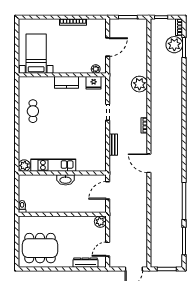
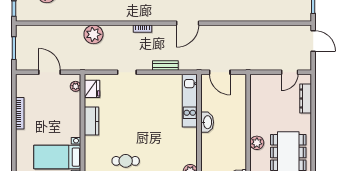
kitchen unit: (53, 165) -> (190, 101), moved
plant: (100, 222) -> (257, 143), moved
door: (108, 249) -> (290, 72), hinge flipped

